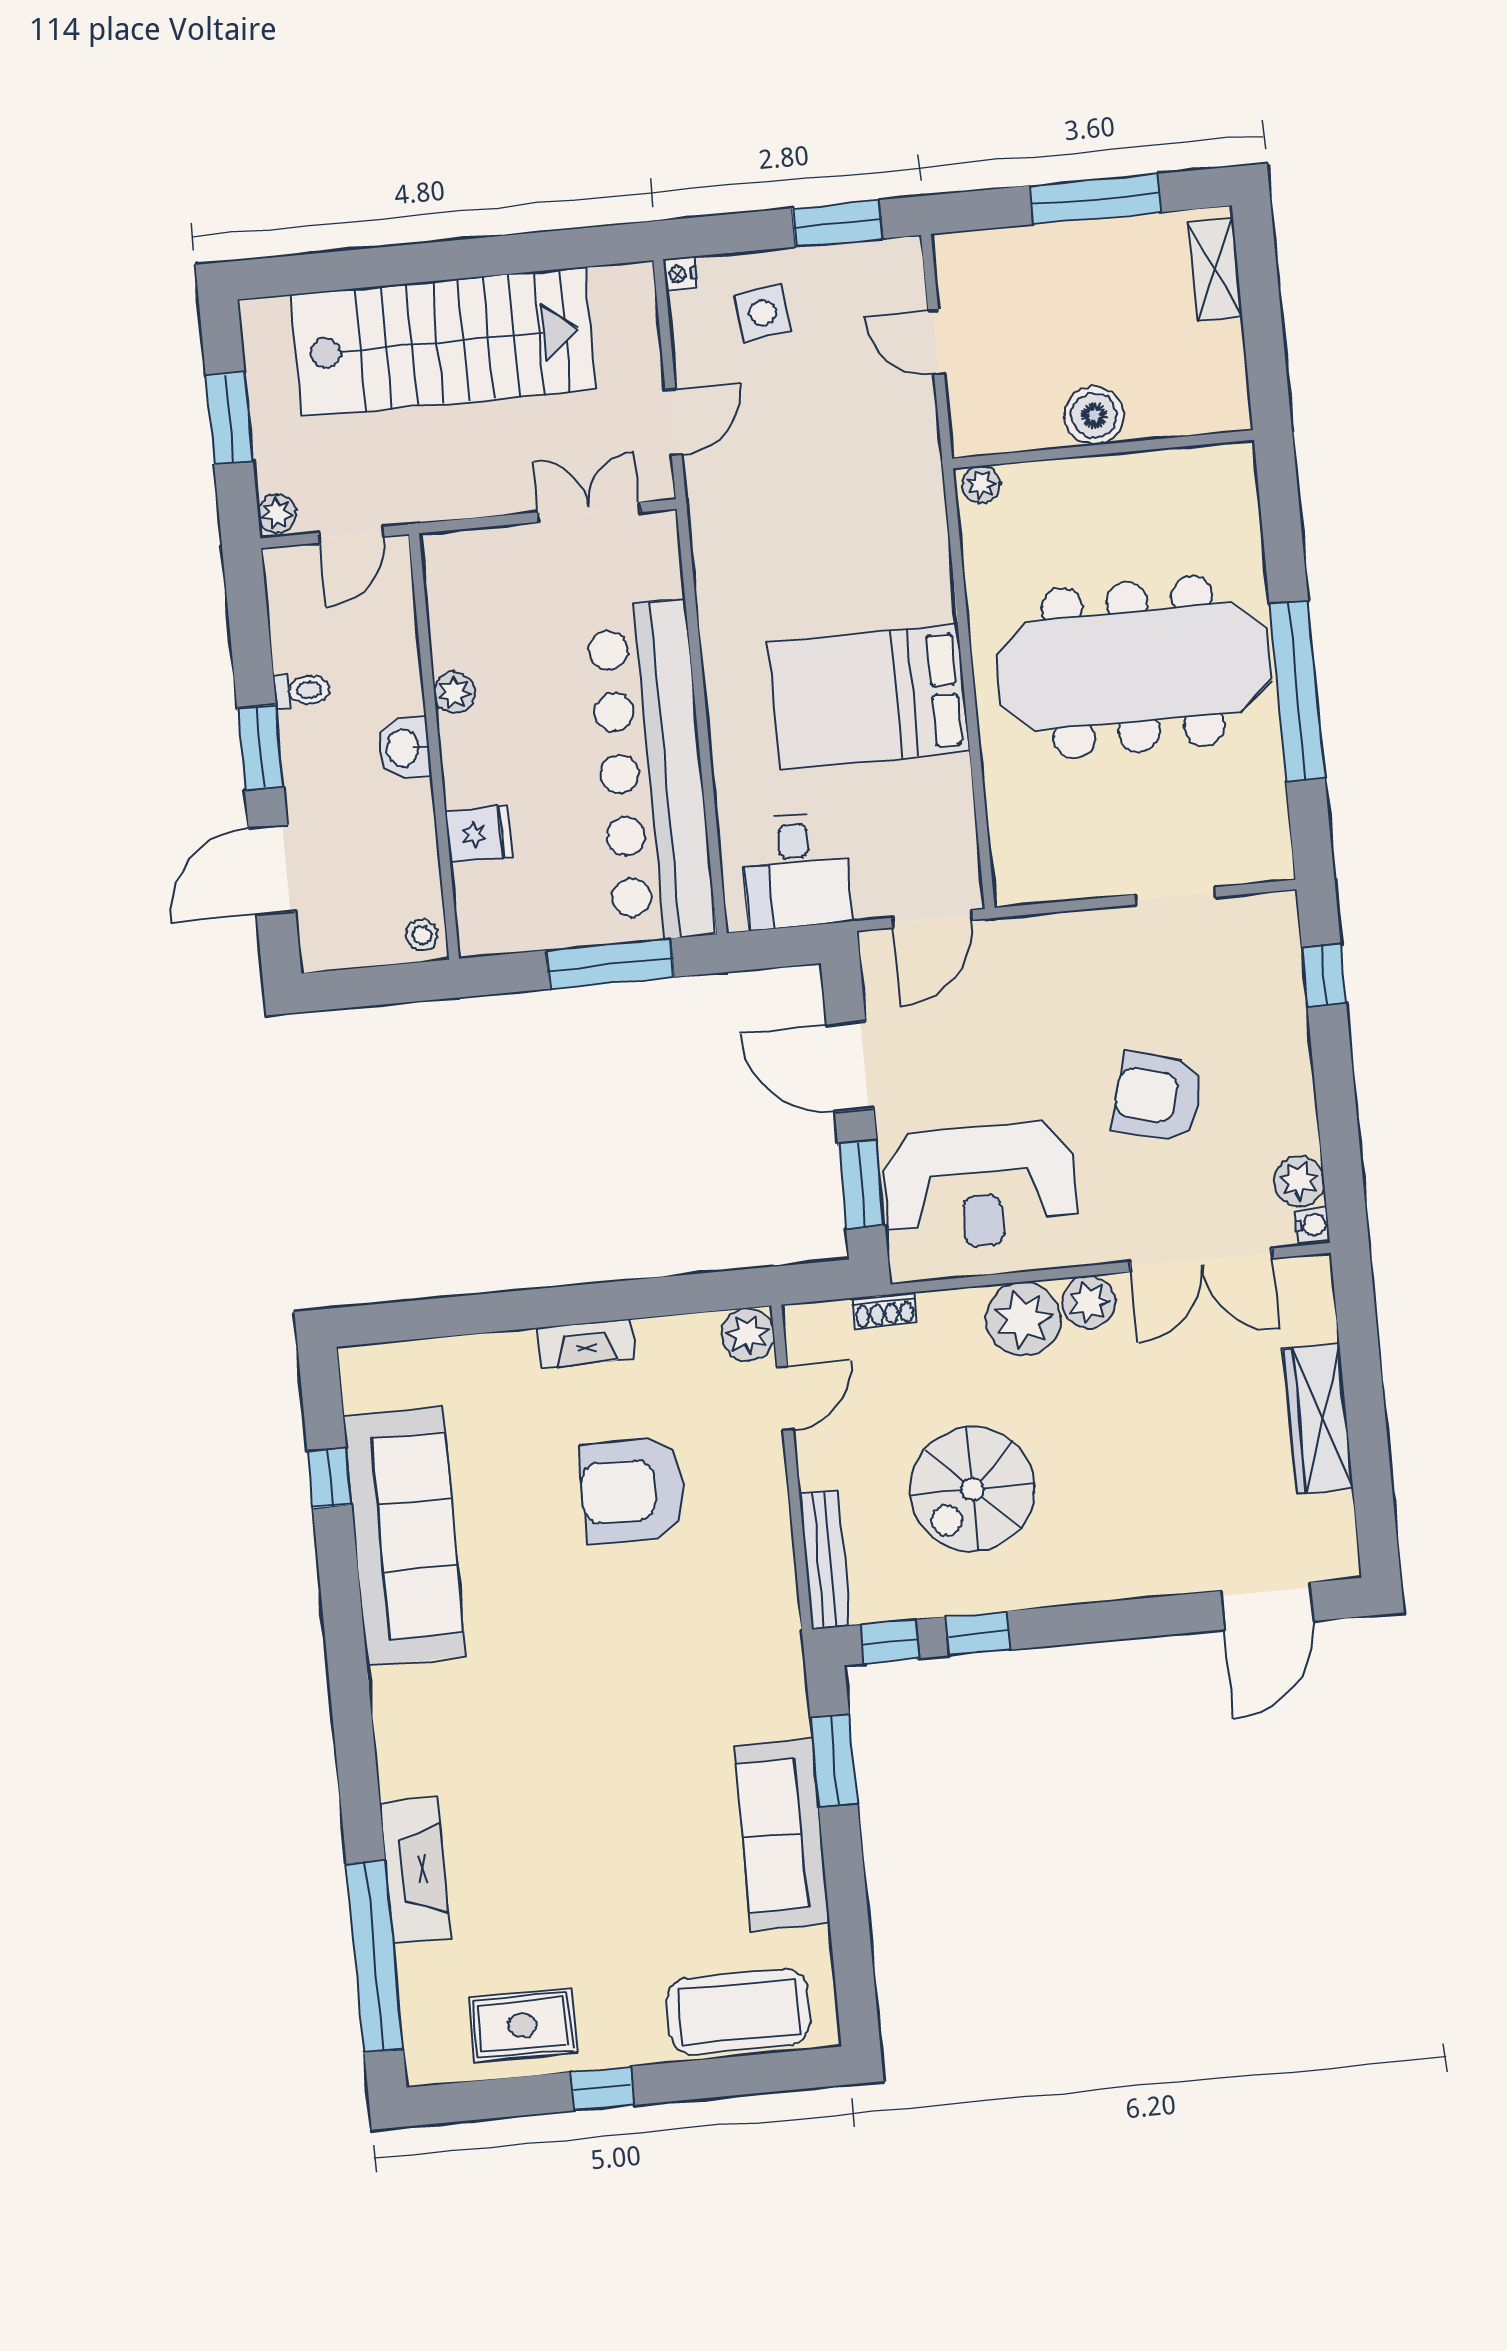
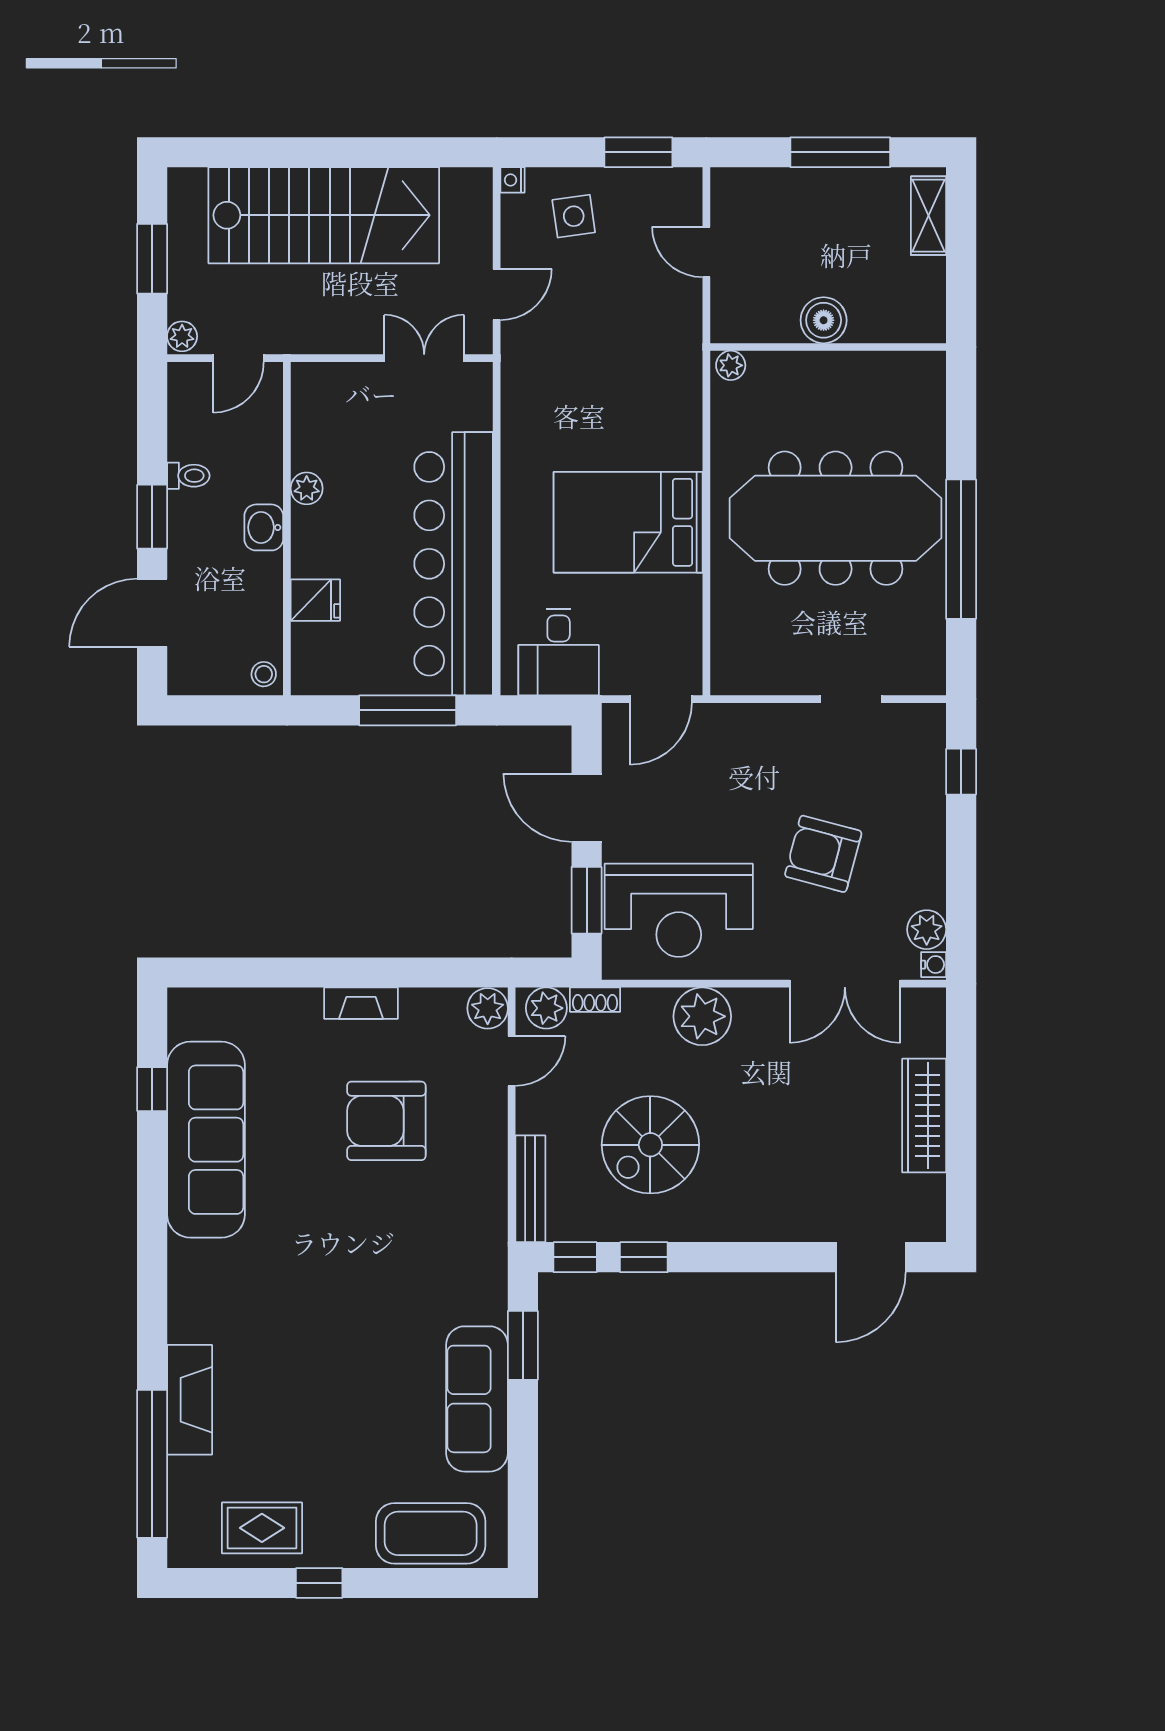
plant: (1089, 1302) -> (546, 1008), moved

